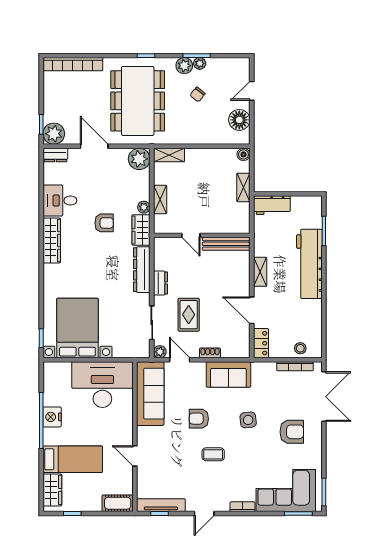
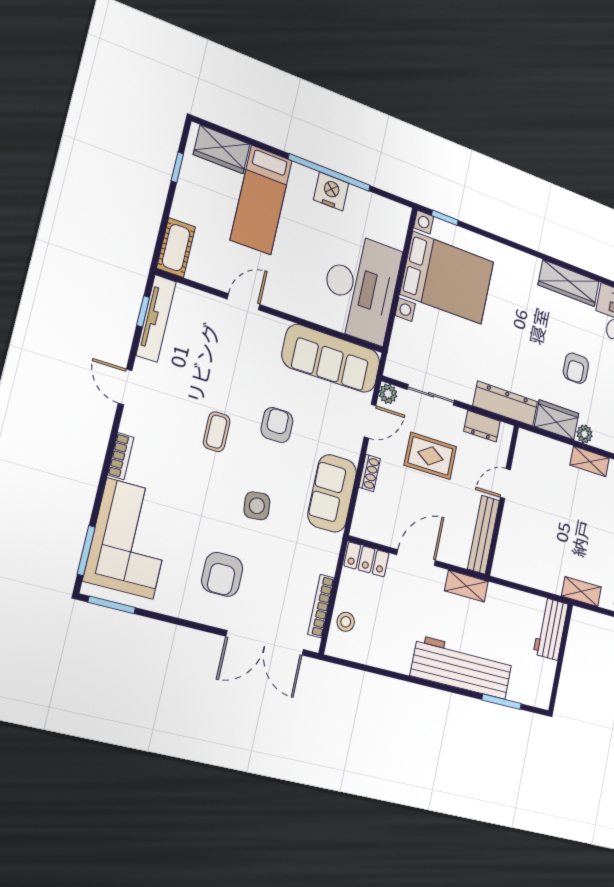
door: (191, 235) -> (505, 484), moved
wall: (202, 235) -> (502, 500), moved
bench: (226, 244) -> (483, 535), moved

